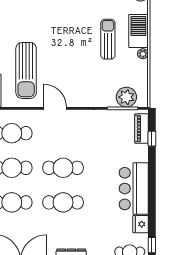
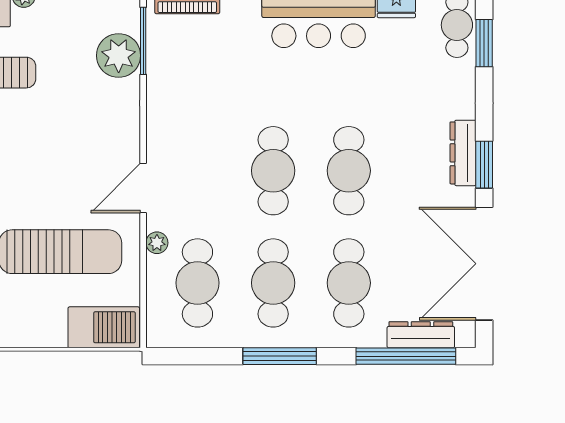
plant: (126, 97) -> (119, 56), moved
plant: (30, 115) -> (157, 243), added

